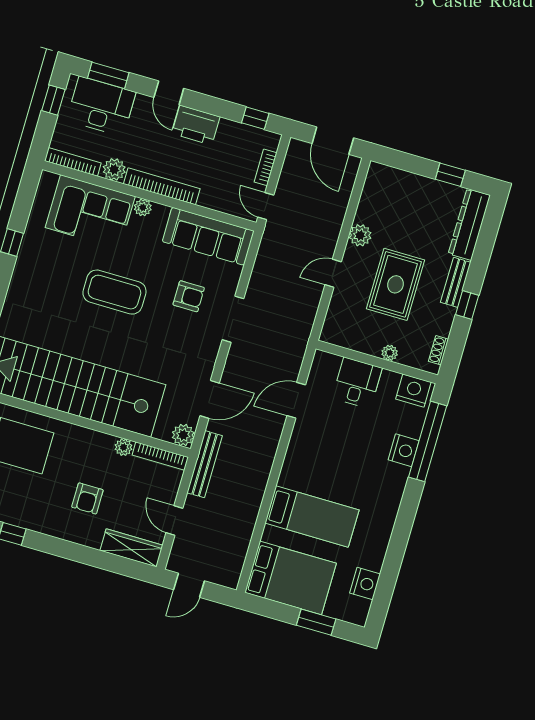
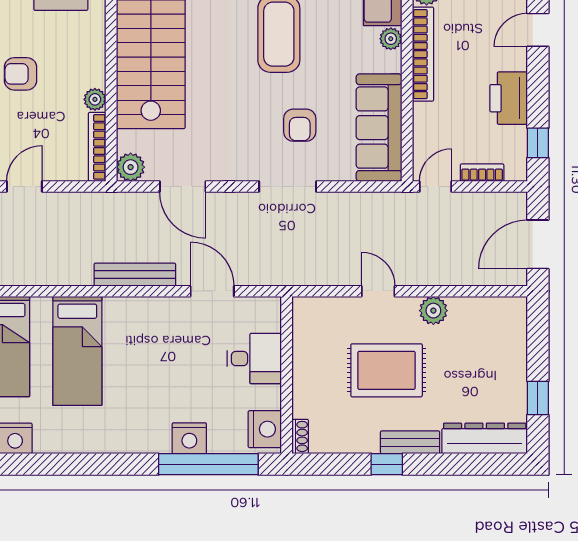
printer: (196, 125) -> (509, 98), moved
shoe rack: (438, 350) -> (300, 436), moved, turned 90
plant: (390, 353) -> (302, 387), removed
bench: (205, 464) -> (135, 275), moved

